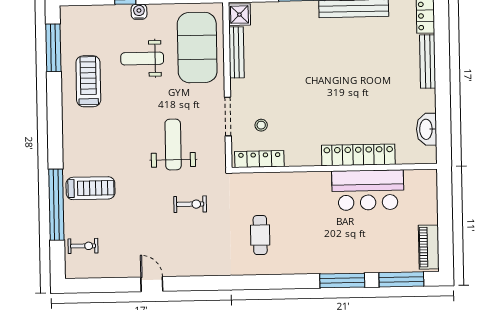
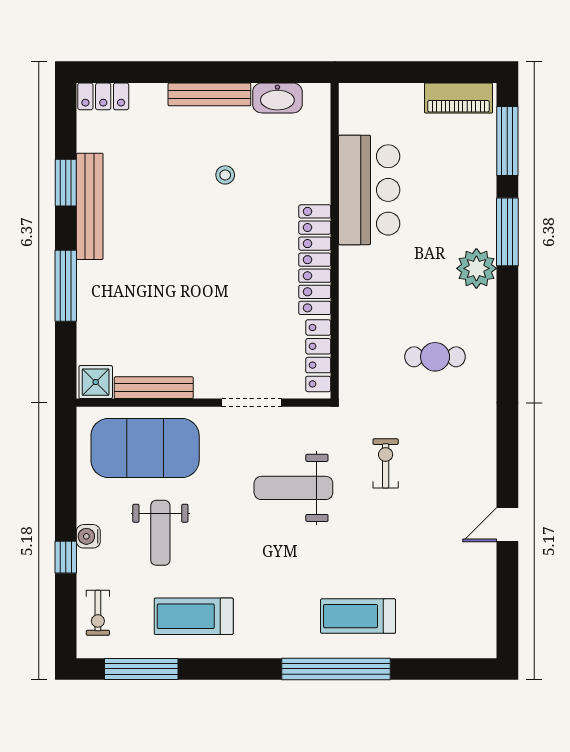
bench: (428, 61) -> (209, 94), moved
stool: (261, 125) -> (225, 175), moved
locker: (358, 155) -> (315, 260), moved
treadmill: (90, 188) -> (358, 616), turned -90
window: (56, 205) -> (336, 669), moved
exercise bike: (83, 246) -> (98, 613), moved, turned 180
plant: (318, 261) -> (476, 268), added

